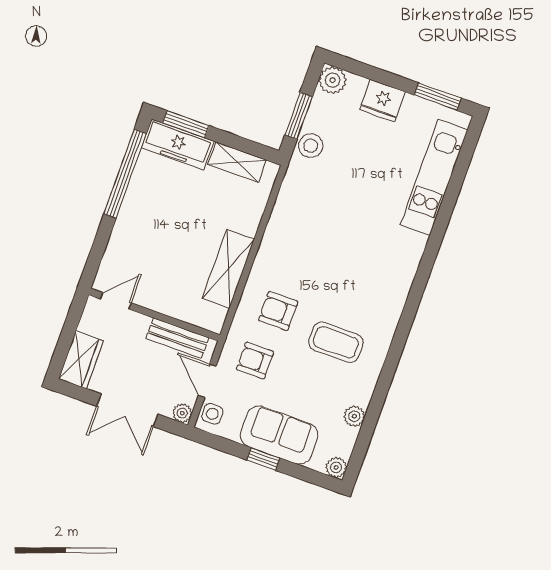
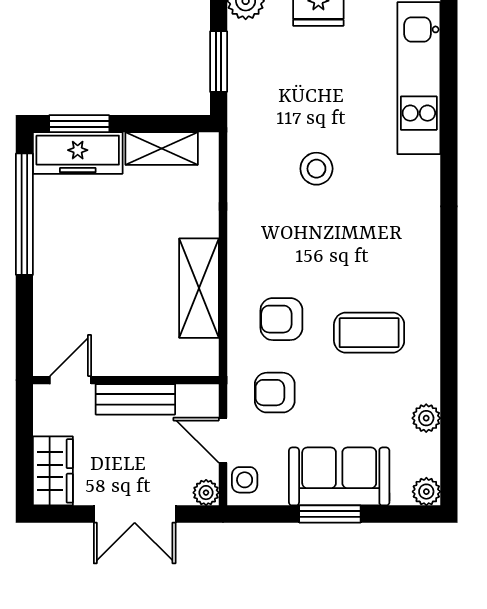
stool: (311, 146) -> (316, 169), moved
bench: (178, 338) -> (135, 399), moved
window: (263, 459) -> (330, 514), width x1.50

